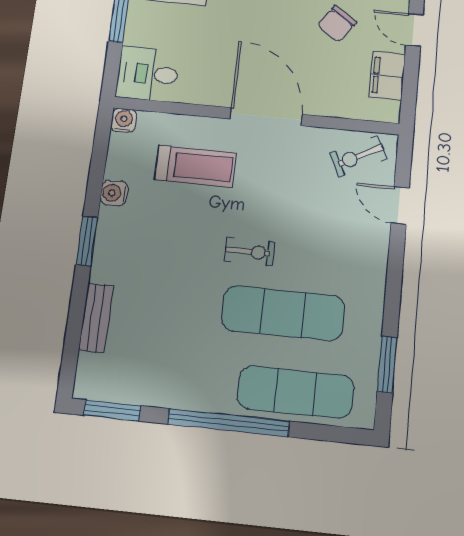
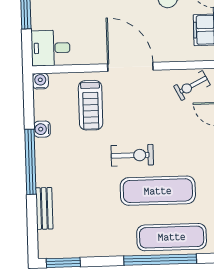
treadmill: (196, 166) -> (91, 105), turned 90
window: (87, 241) -> (30, 162), width x2.11
exercise bike: (250, 252) -> (132, 155), width x1.38, depth x1.39
window: (228, 423) -> (160, 260), moved

